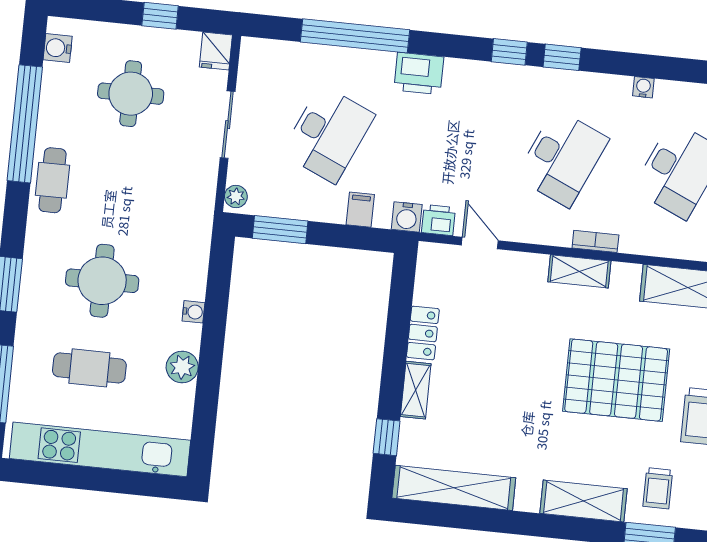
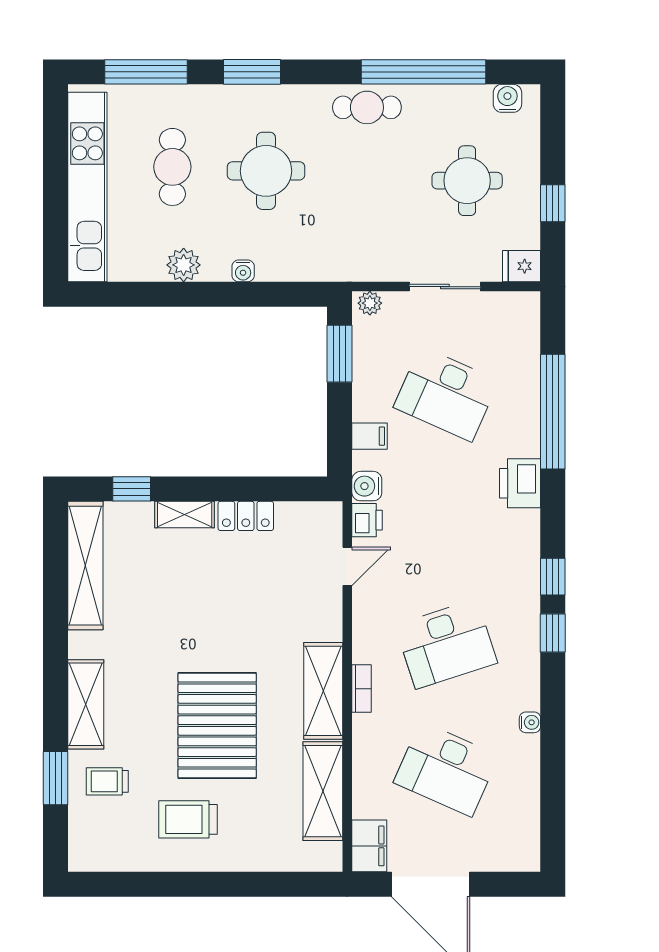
desk: (562, 158) -> (446, 644), turned -42
shelving: (579, 271) -> (323, 691), width x1.50, depth x1.33

